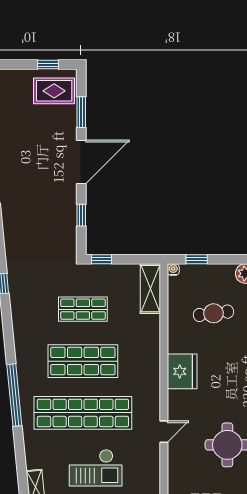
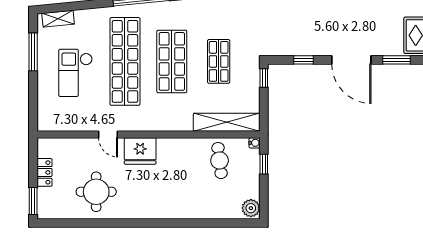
shelving: (150, 289) -> (227, 122), width x1.47
cafe table: (213, 313) -> (220, 161), moved
fridge: (182, 371) -> (140, 151), moved

